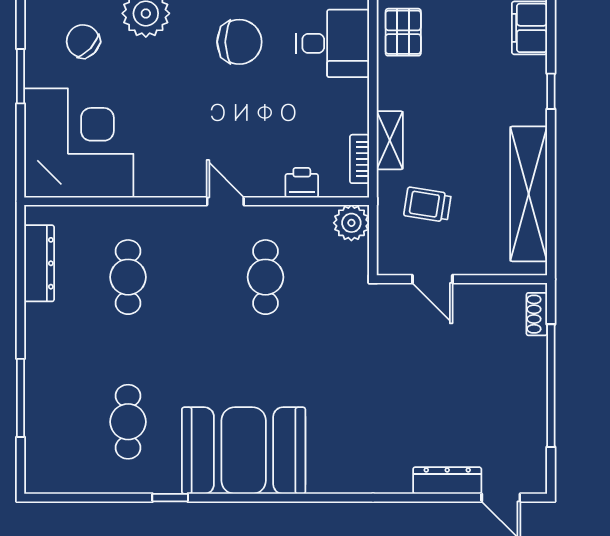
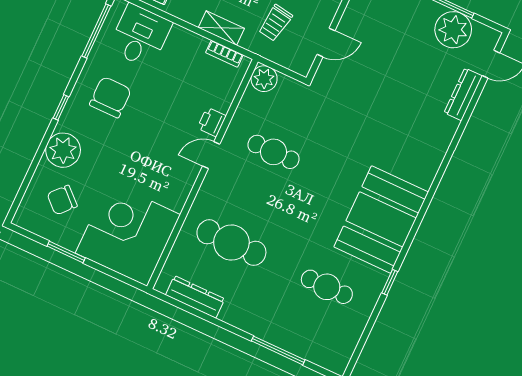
printer: (302, 183) -> (212, 122), moved
cafe table: (128, 277) -> (231, 243), width x1.37, depth x1.35
plant: (522, 430) -> (453, 30), added

